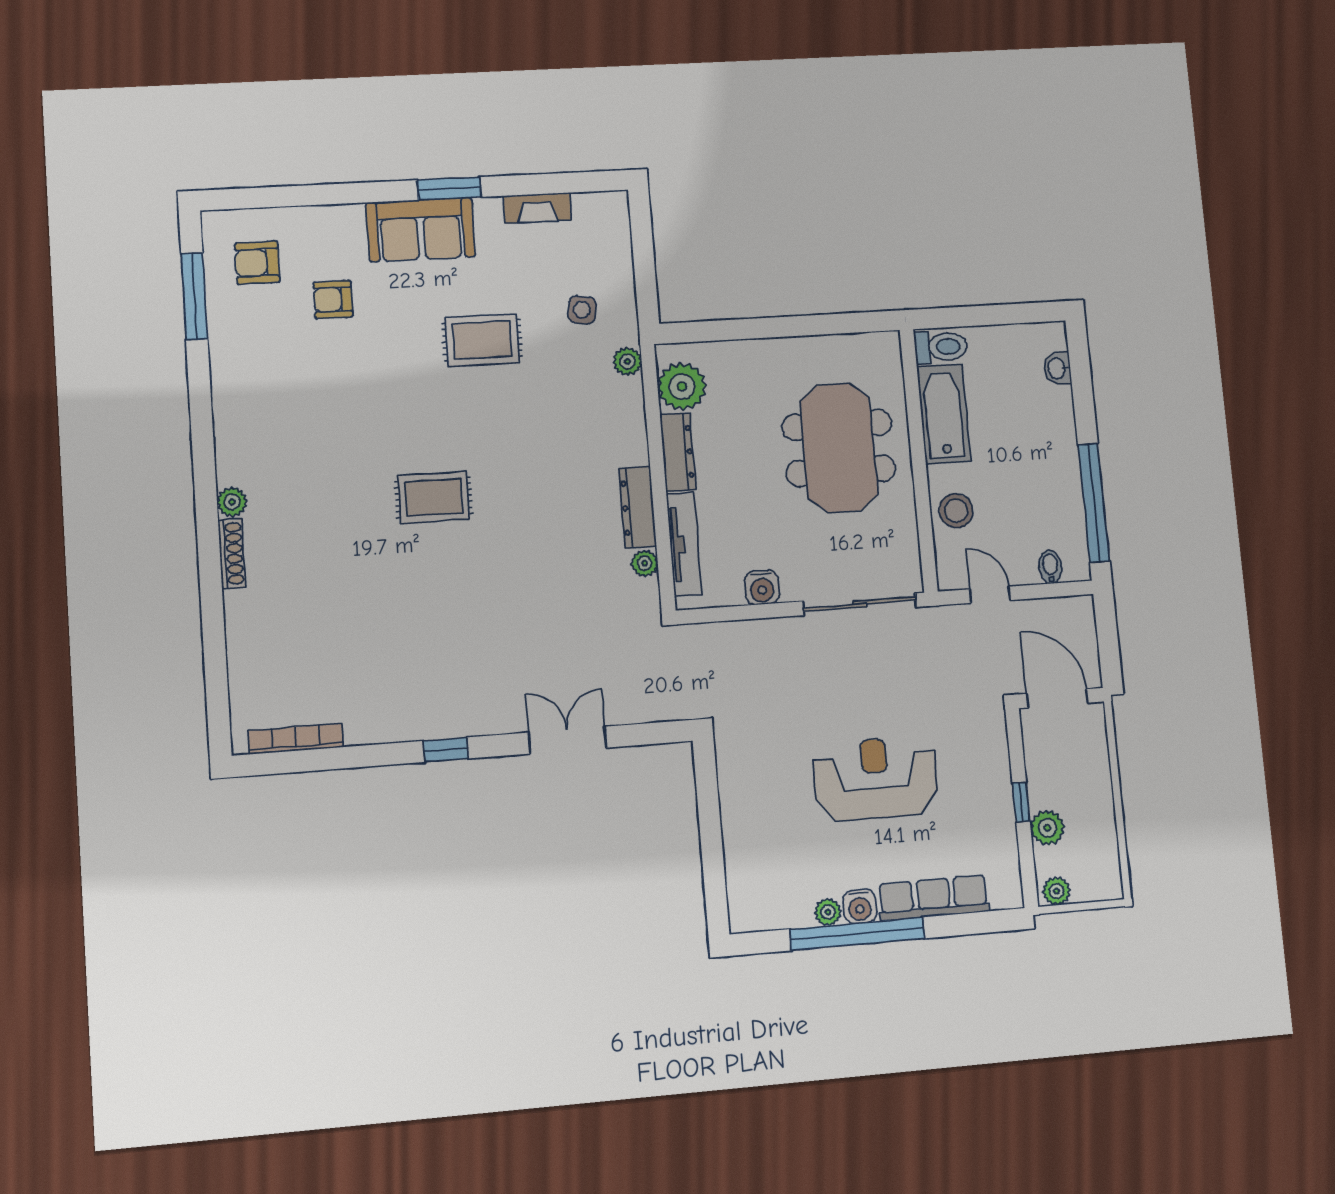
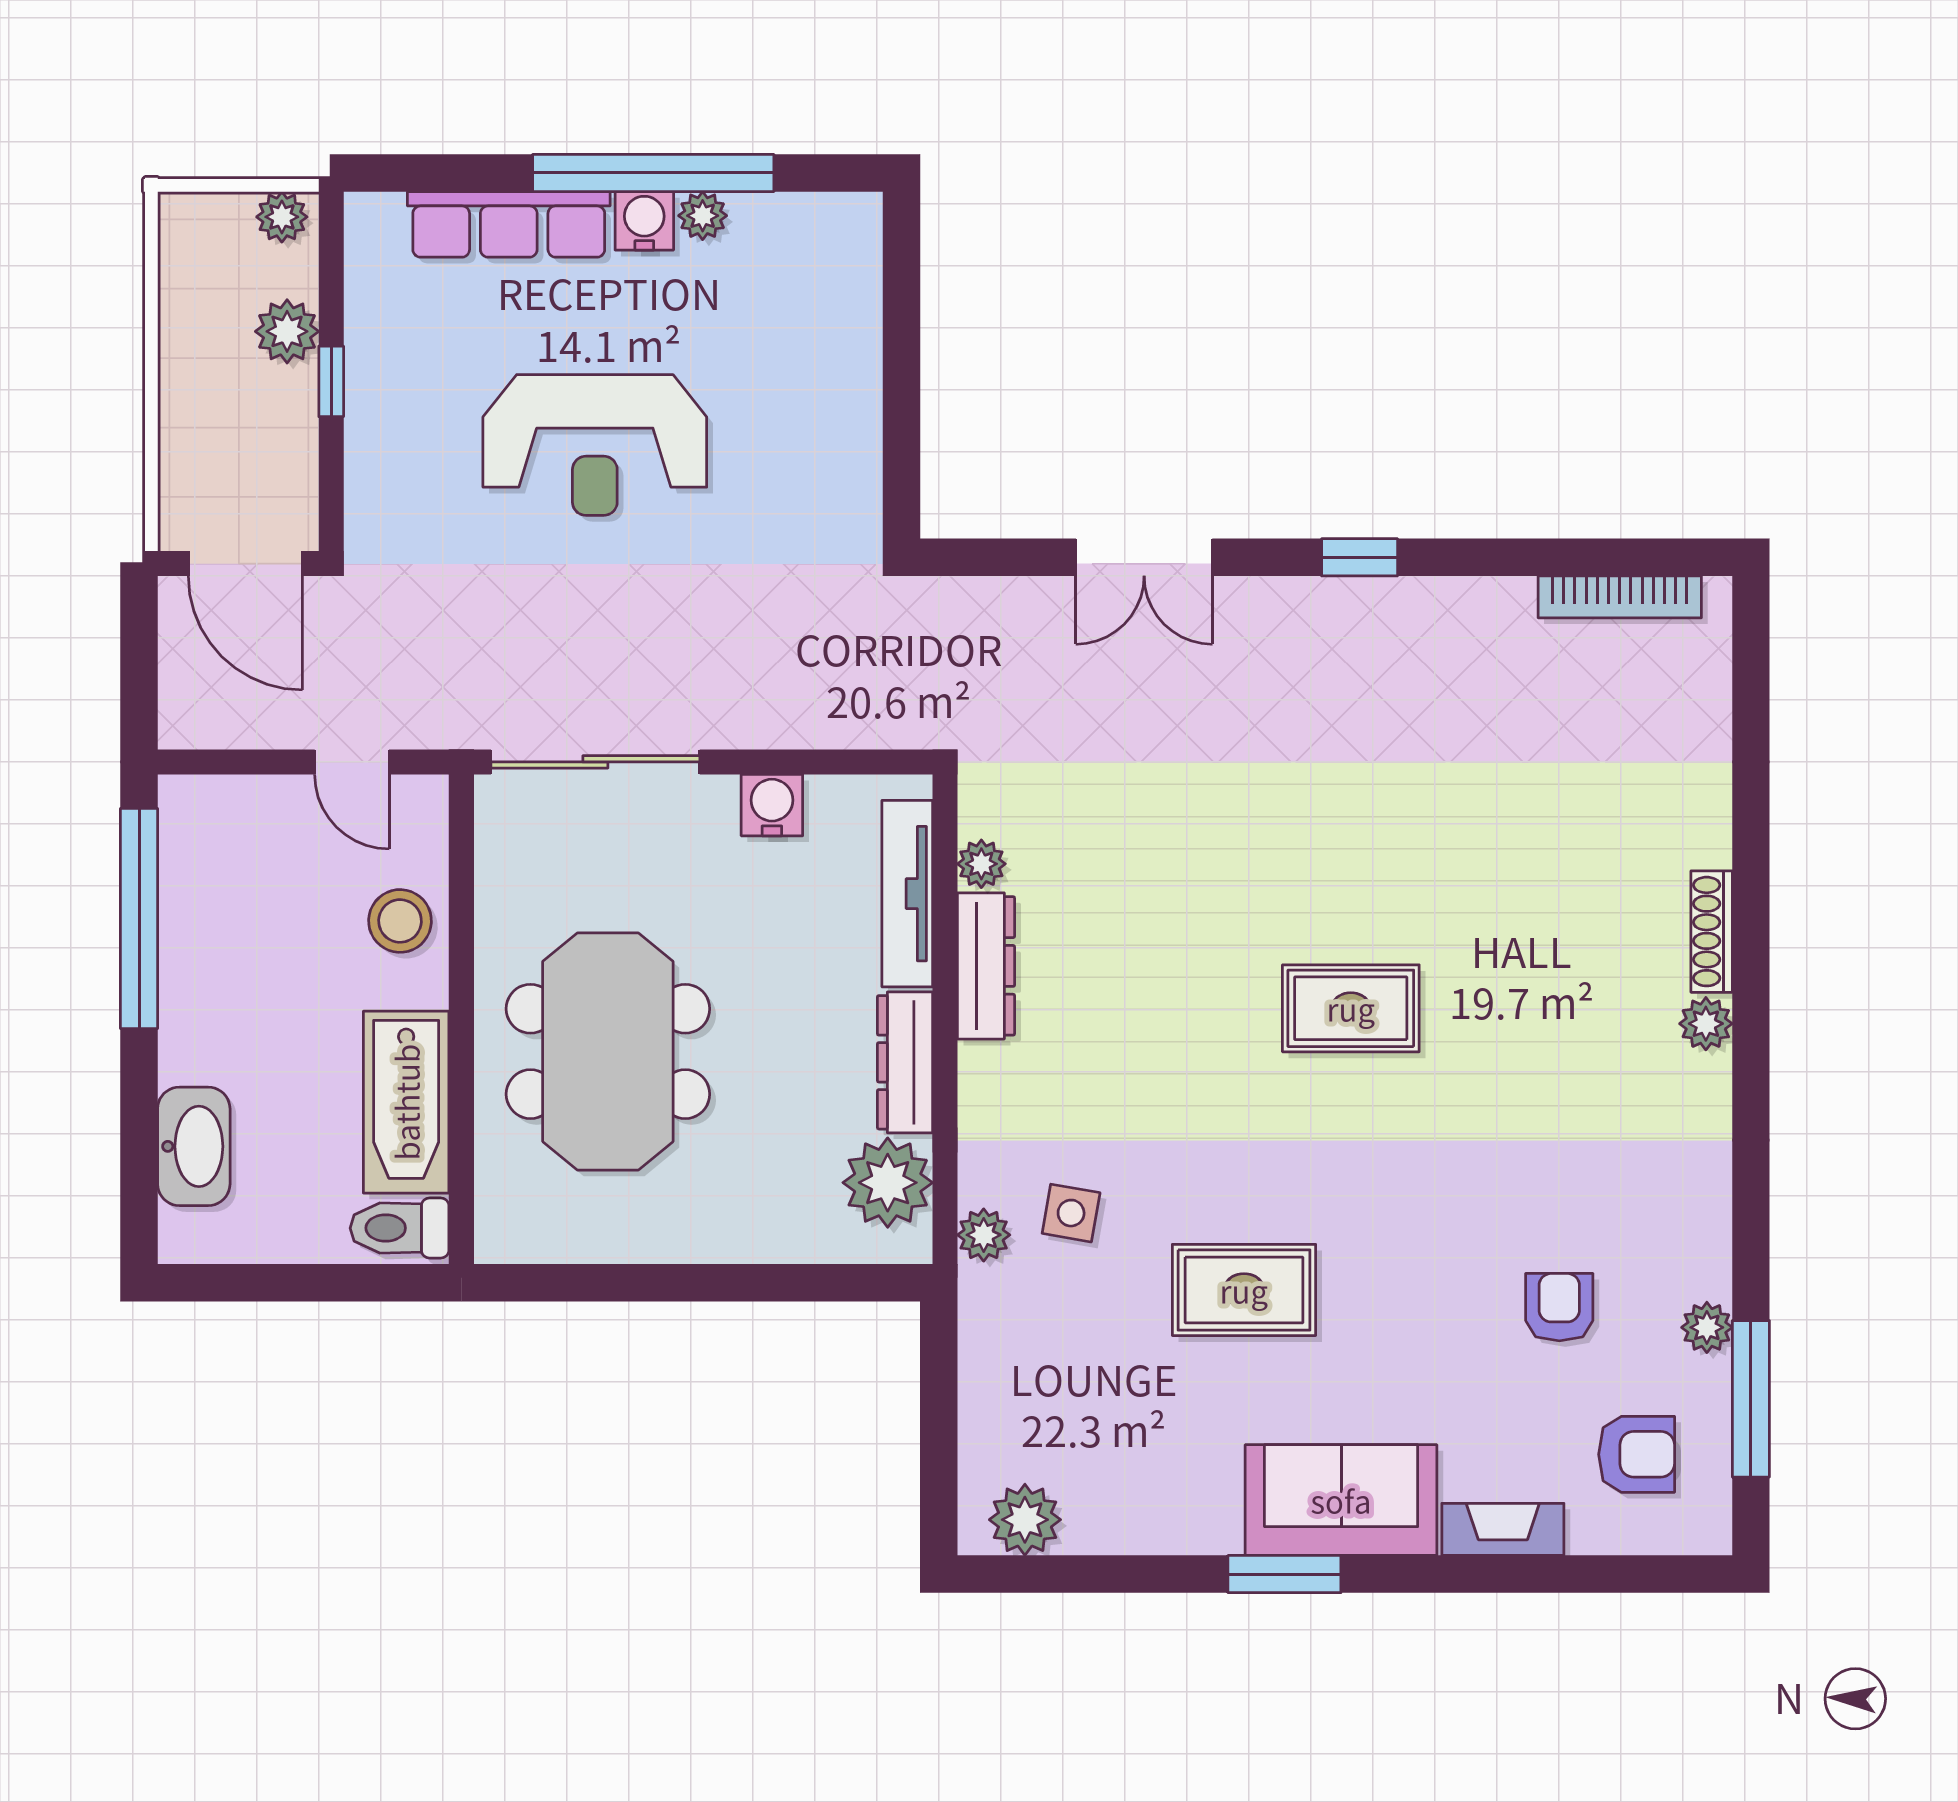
fireplace: (537, 208) -> (1503, 1529), moved
plant: (593, 210) -> (1025, 1520), added
armchair: (333, 300) -> (1559, 1307), moved, turned -90
side table: (582, 310) -> (1071, 1213), moved
plant: (222, 334) -> (1707, 1327), added
washbasin: (1057, 368) -> (194, 1146), width x1.91, depth x1.45
bidet: (1050, 567) -> (234, 805), removed

